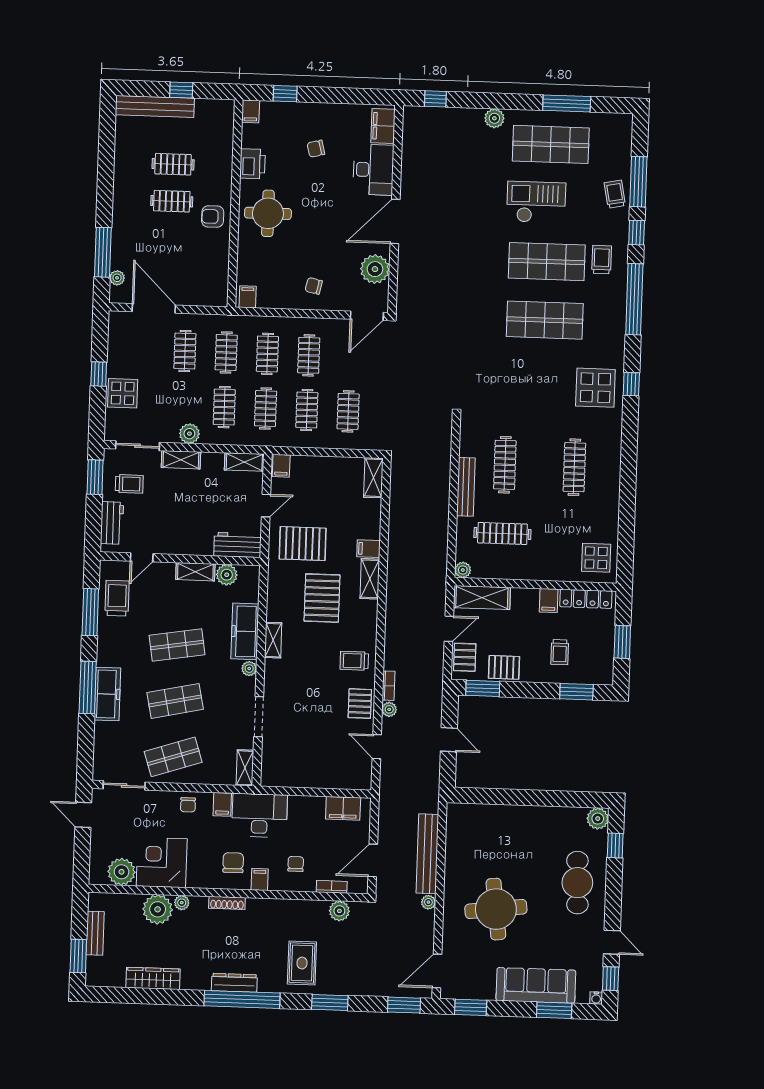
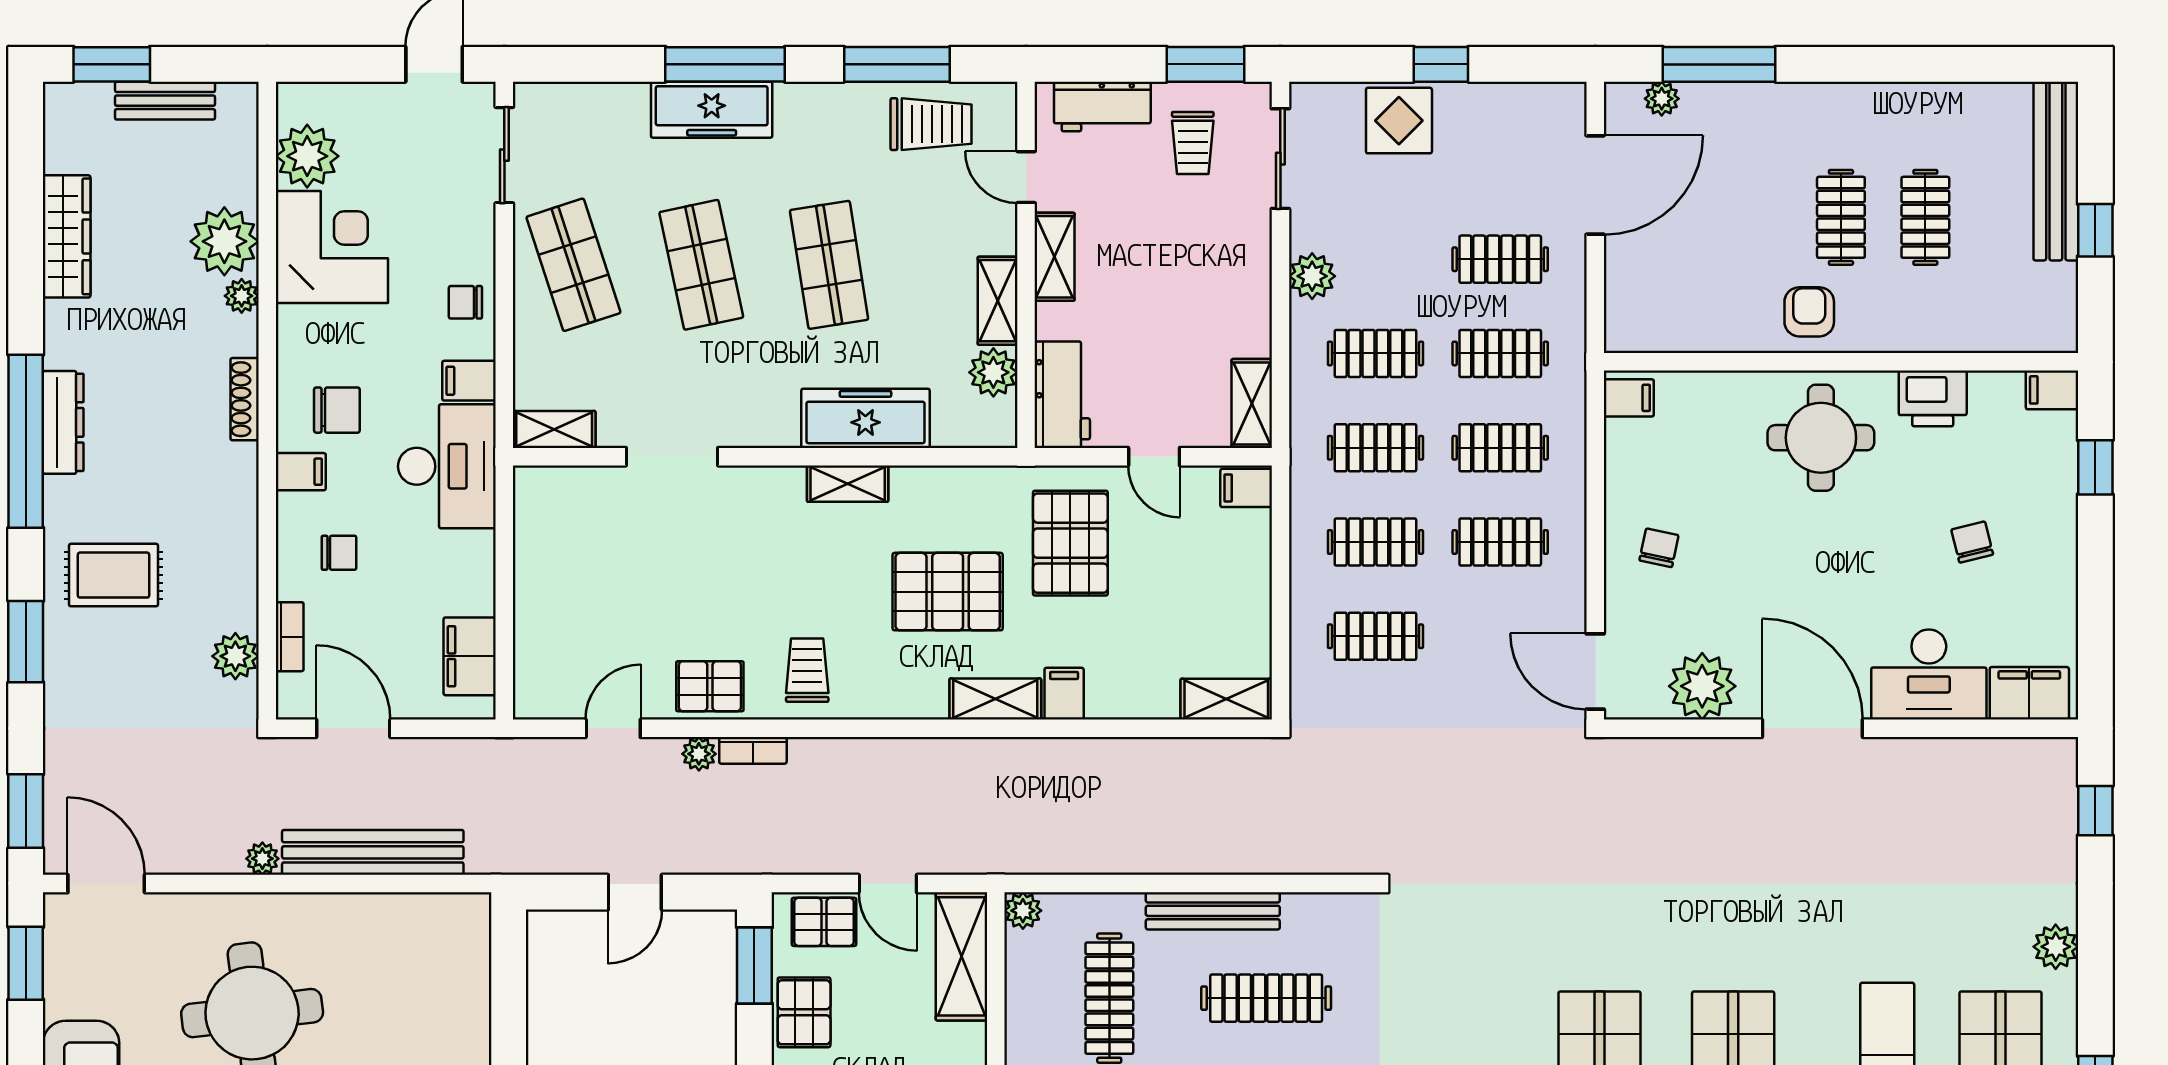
shelving: (181, 460) -> (1055, 257), moved
plant: (249, 669) -> (781, 431), removed

